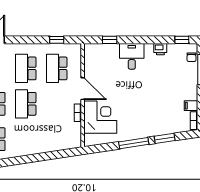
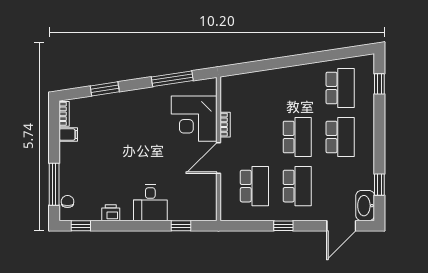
window: (57, 40) -> (283, 226), moved
door: (83, 89) -> (218, 158), hinge flipped
window: (134, 143) -> (172, 79), moved

